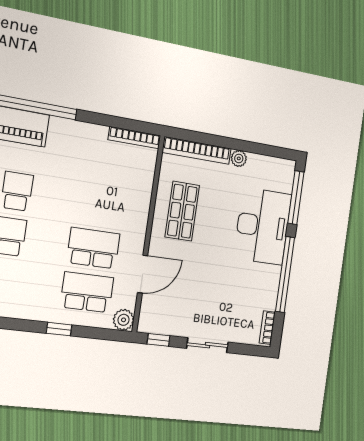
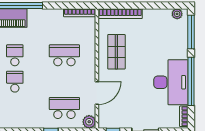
plant: (239, 158) -> (177, 14), moved
desk: (263, 226) -> (171, 82), moved
school desk: (93, 248) -> (64, 55), moved

